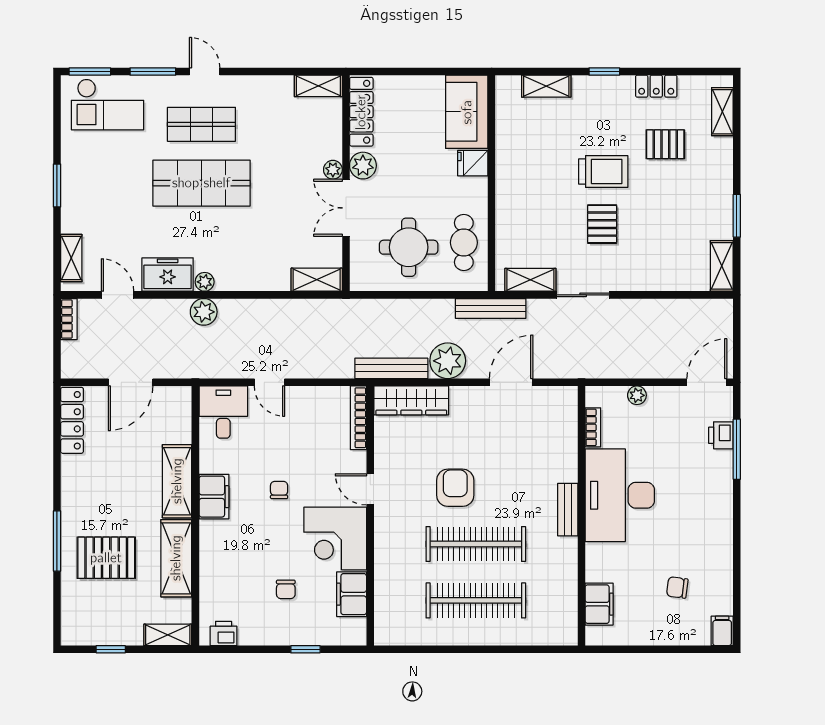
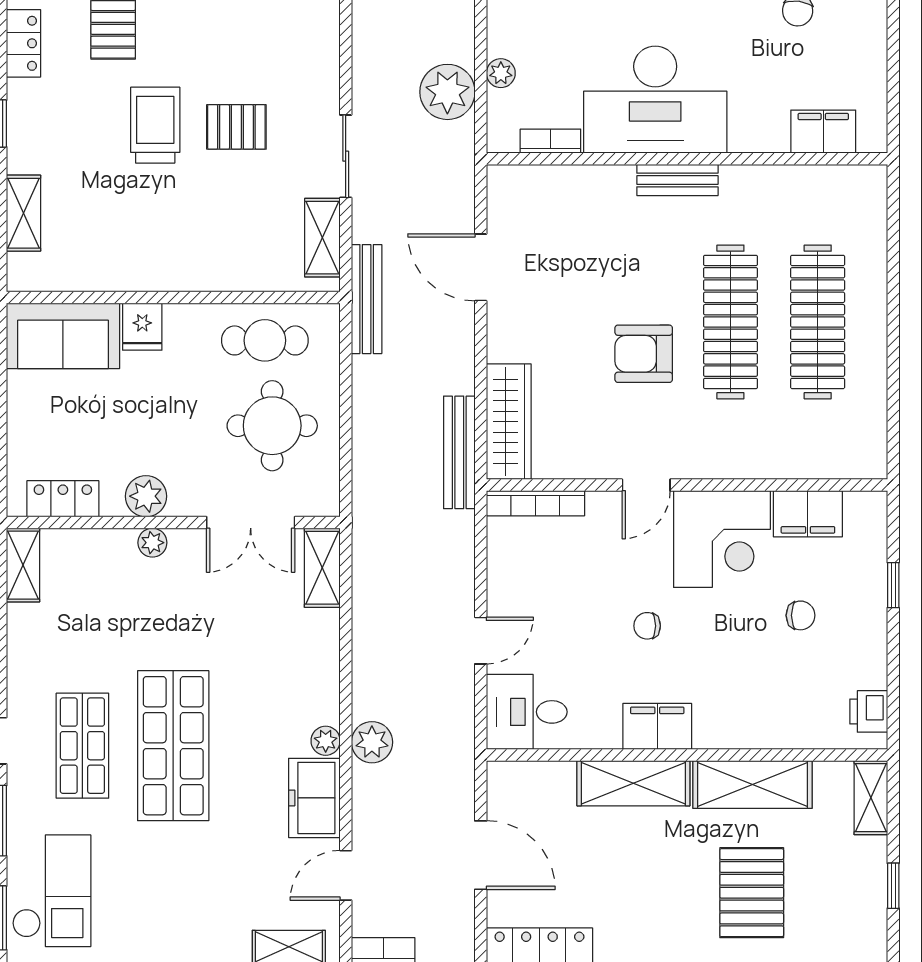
locker: (361, 112) -> (63, 499), width x0.66
double door: (346, 208) -> (251, 523), moved
plant: (448, 361) -> (447, 92), moved

